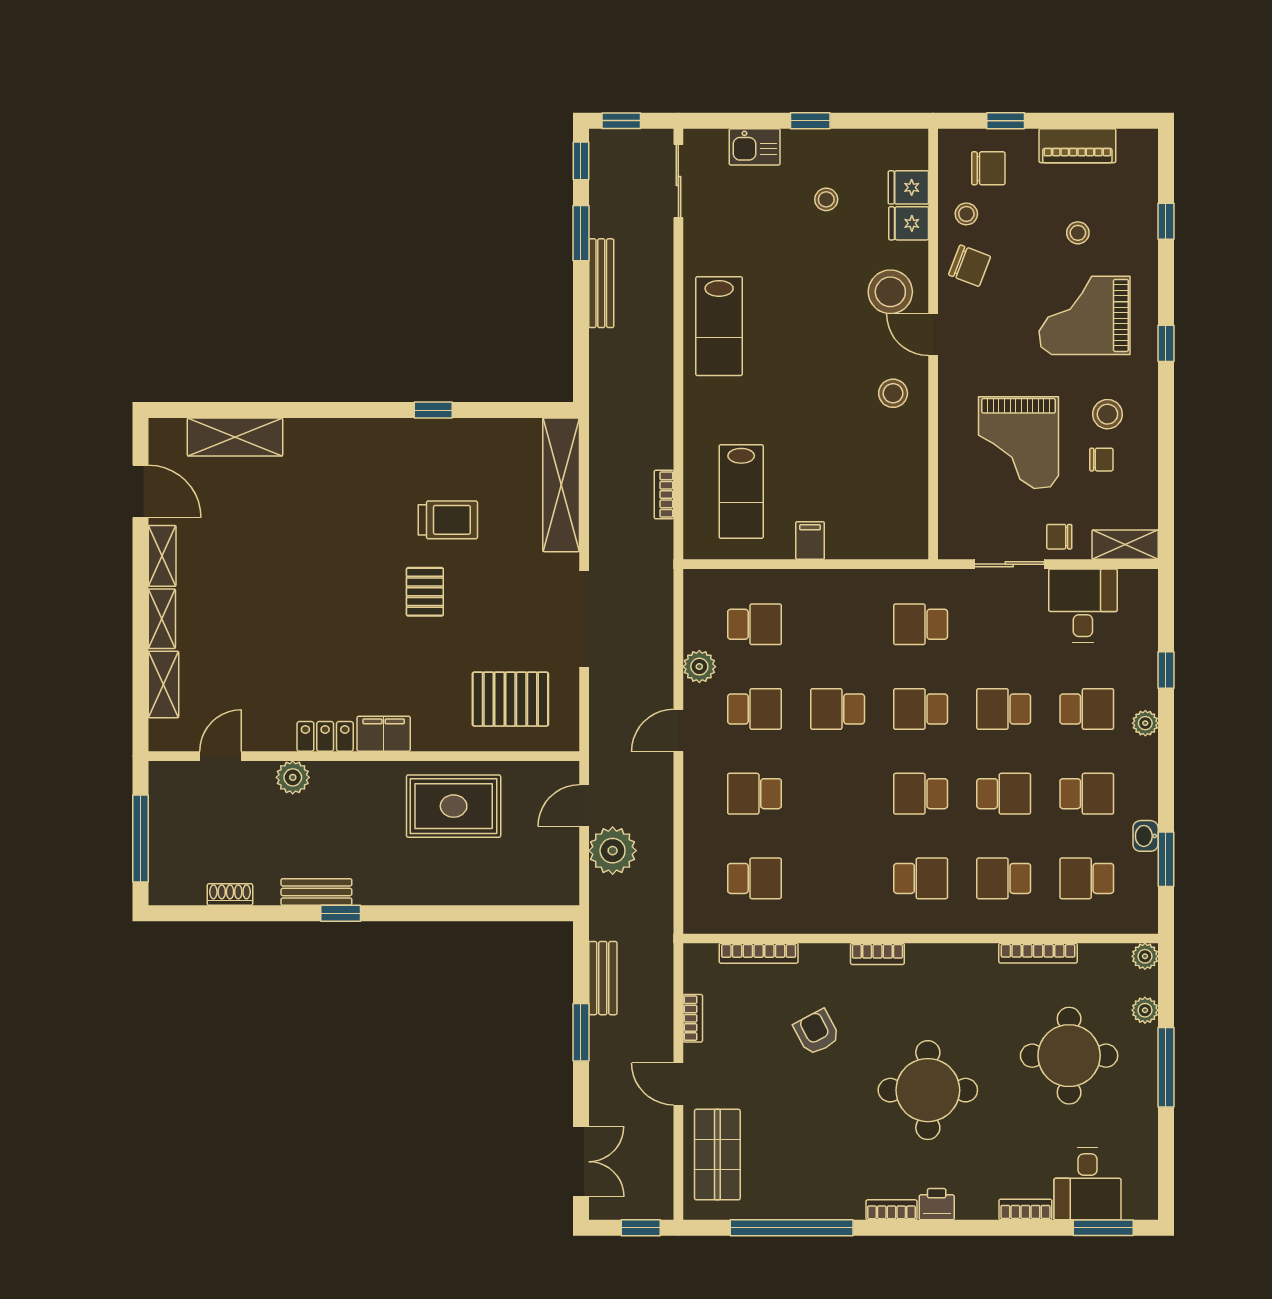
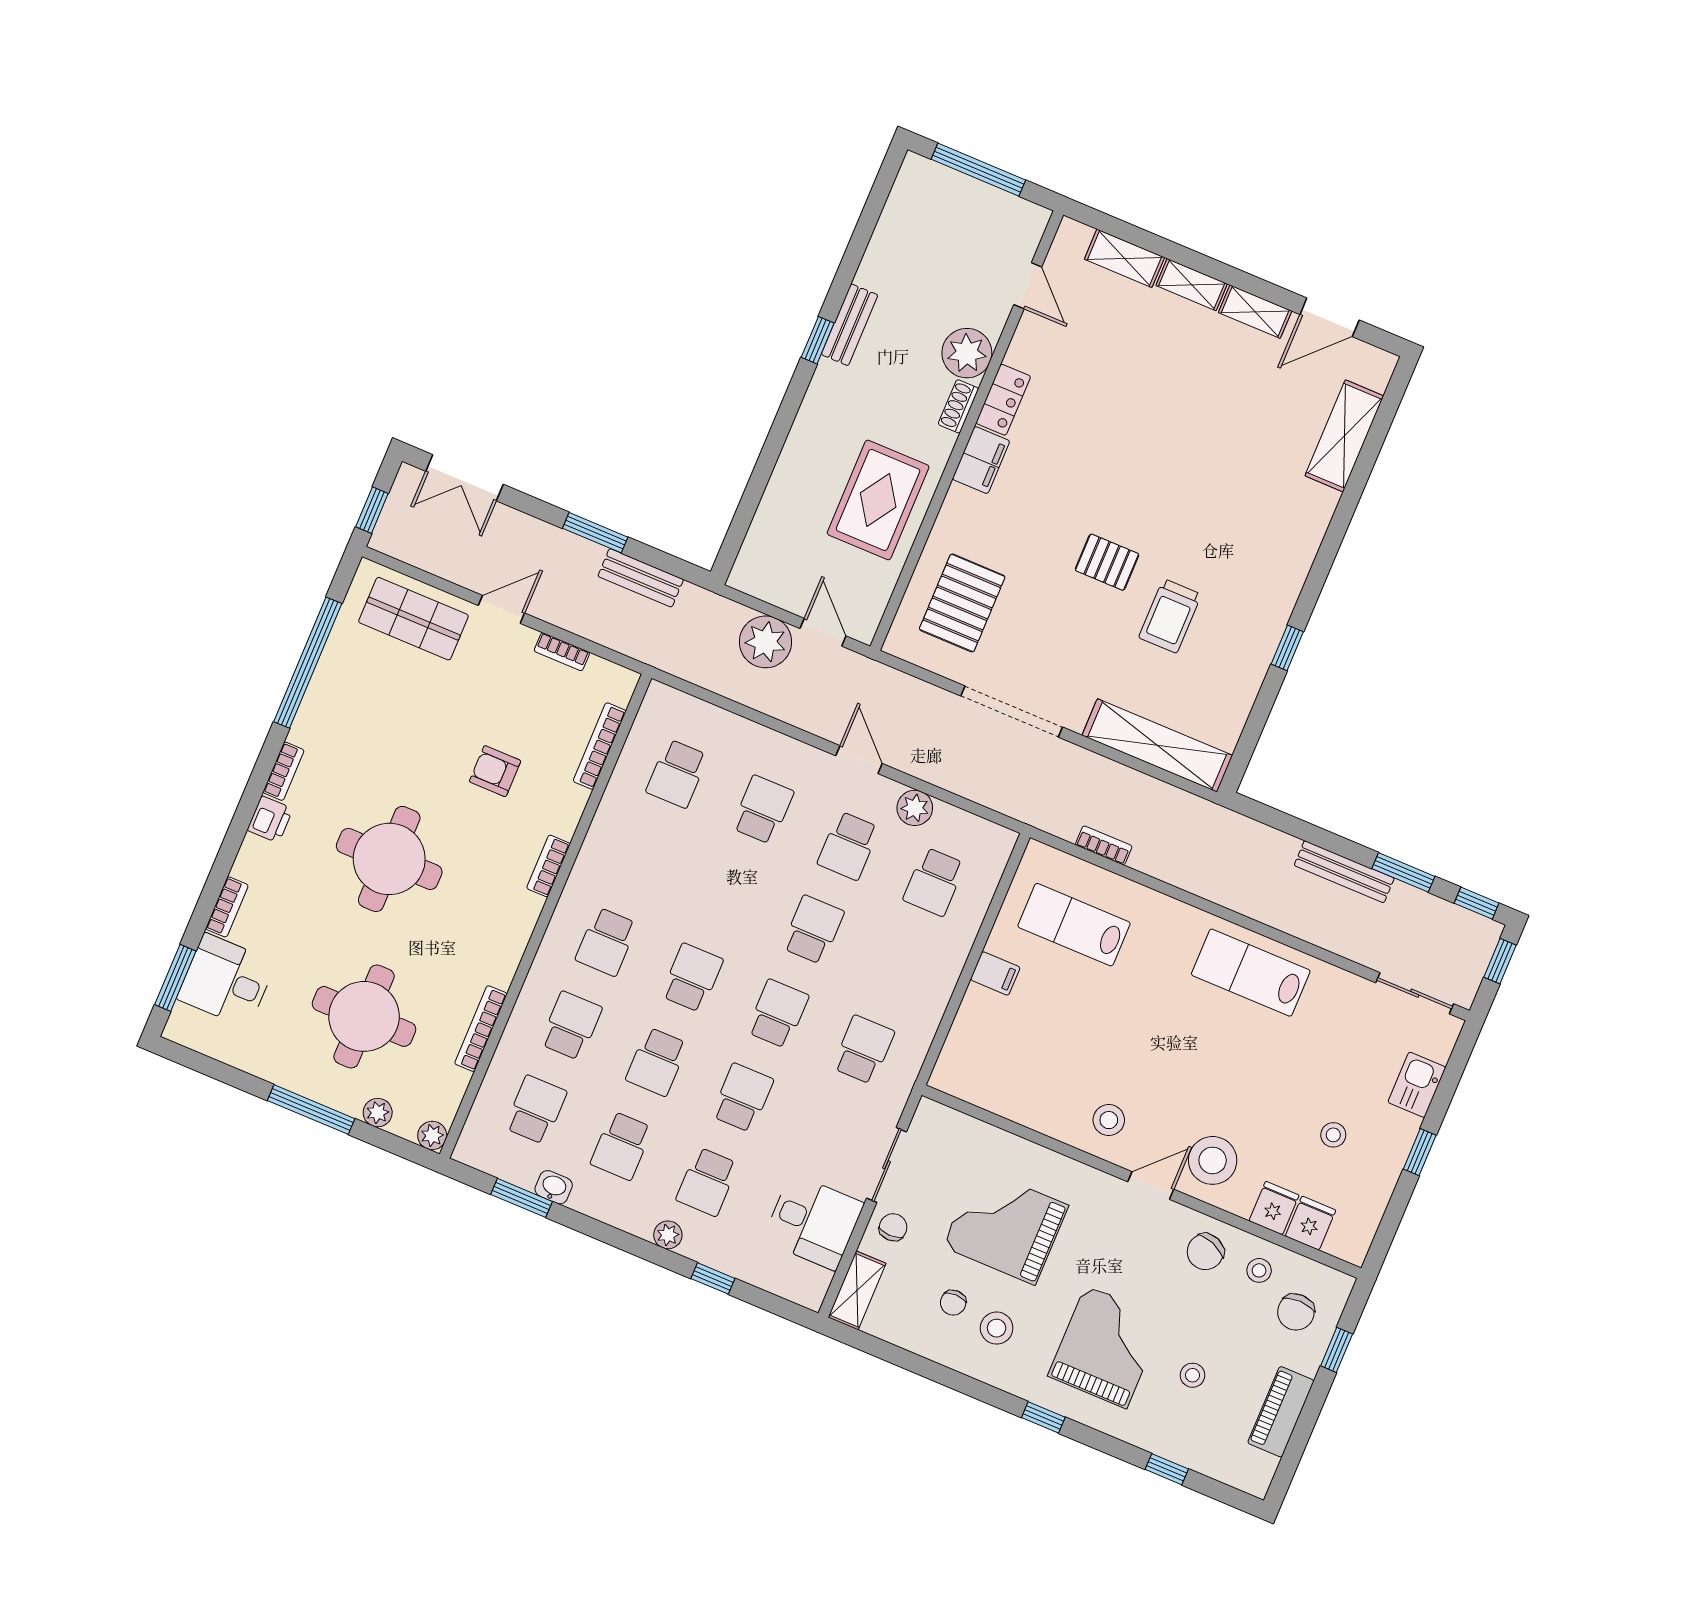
plant: (293, 777) -> (967, 353), width x1.36, depth x1.36
shoe rack: (230, 895) -> (958, 406), moved, turned 180
armchair: (817, 1032) -> (495, 771), turned -152

